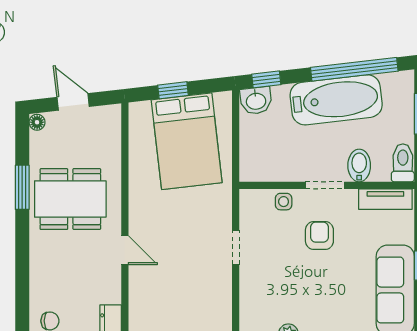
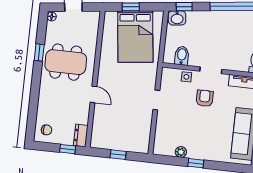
bathtub: (336, 100) -> (223, 23), removed
bidet: (359, 165) -> (182, 56), moved
window: (22, 187) -> (39, 52), width x0.67

